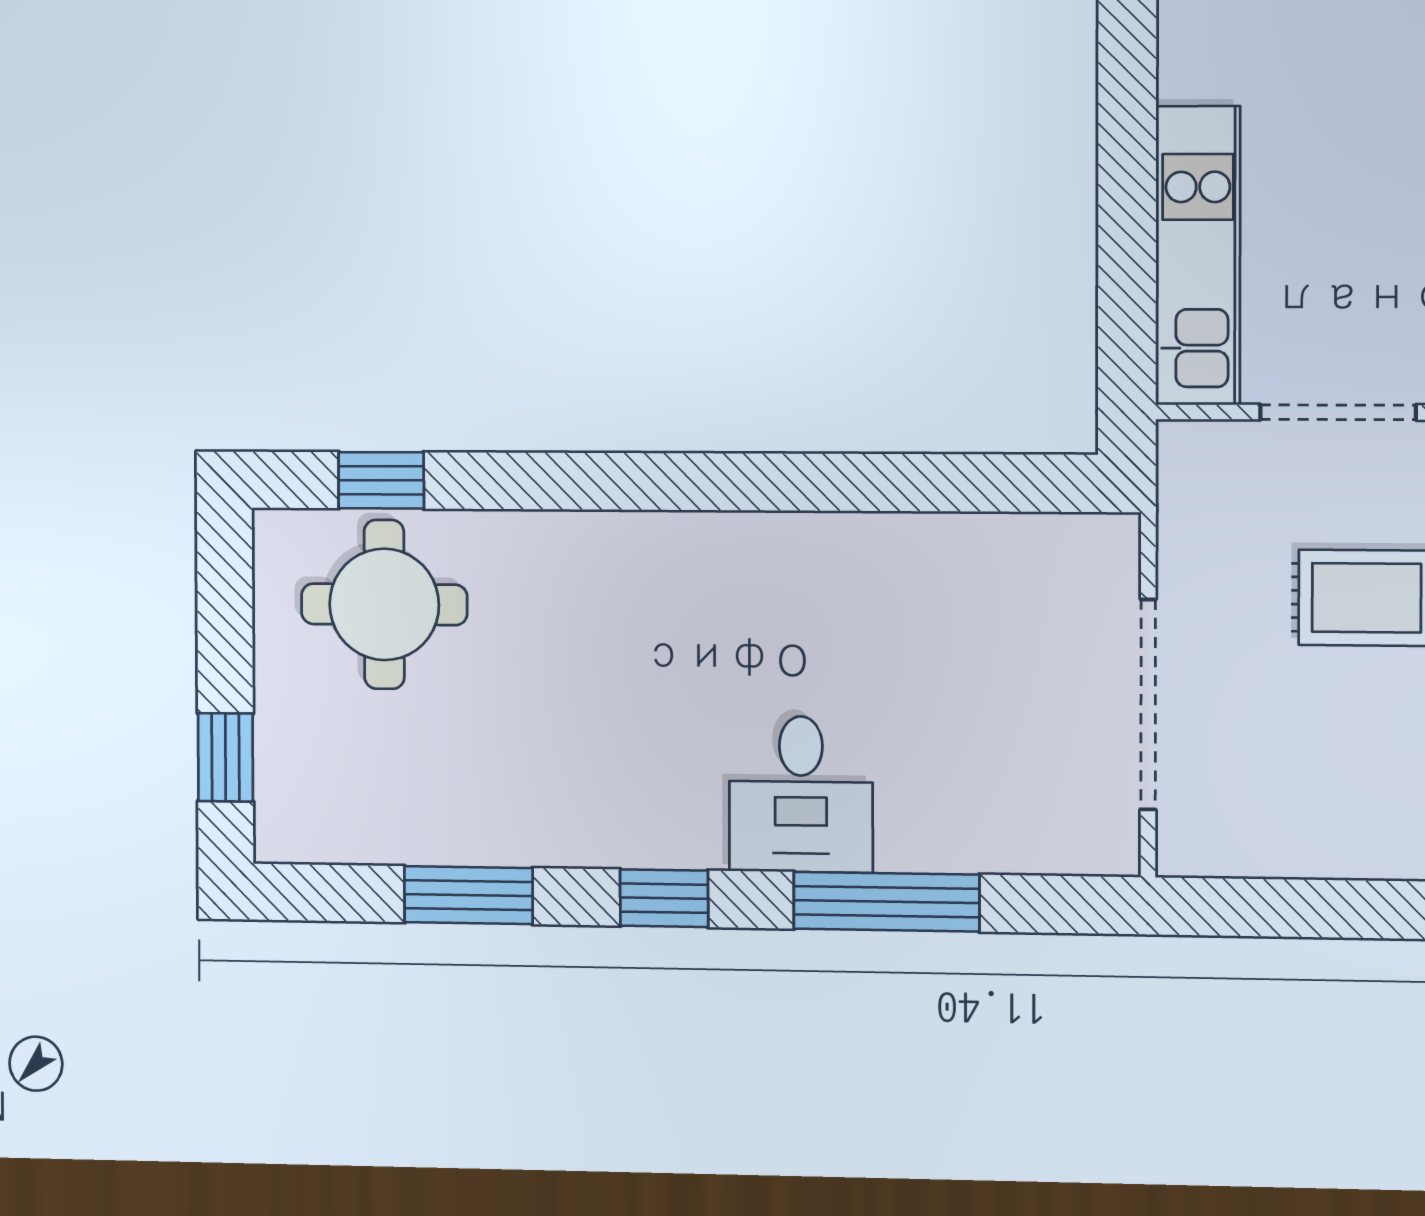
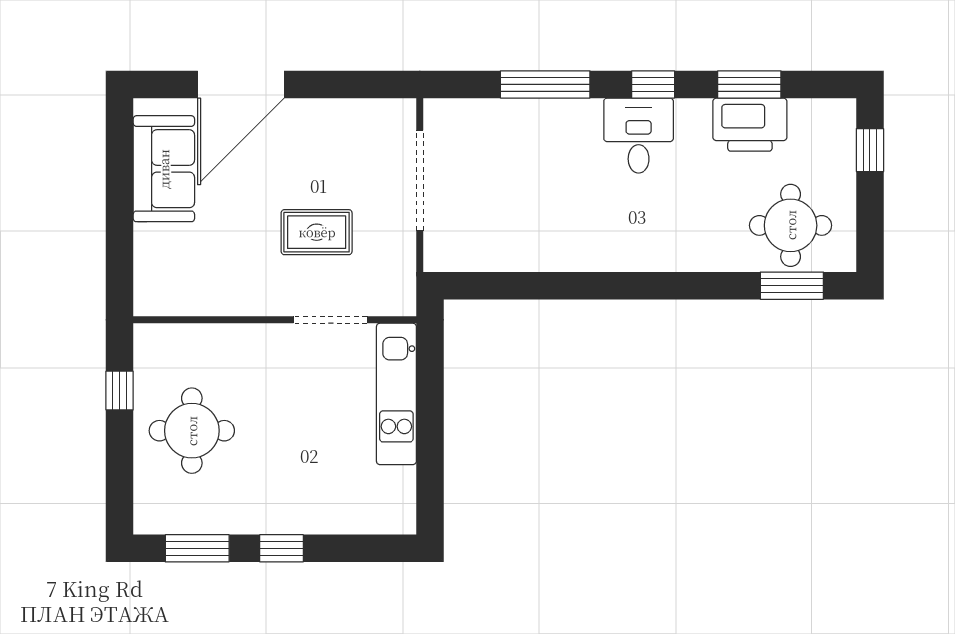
window: (381, 480) -> (792, 286), width x1.50
desk: (801, 794) -> (639, 136), moved
printer: (467, 812) -> (750, 125), added

